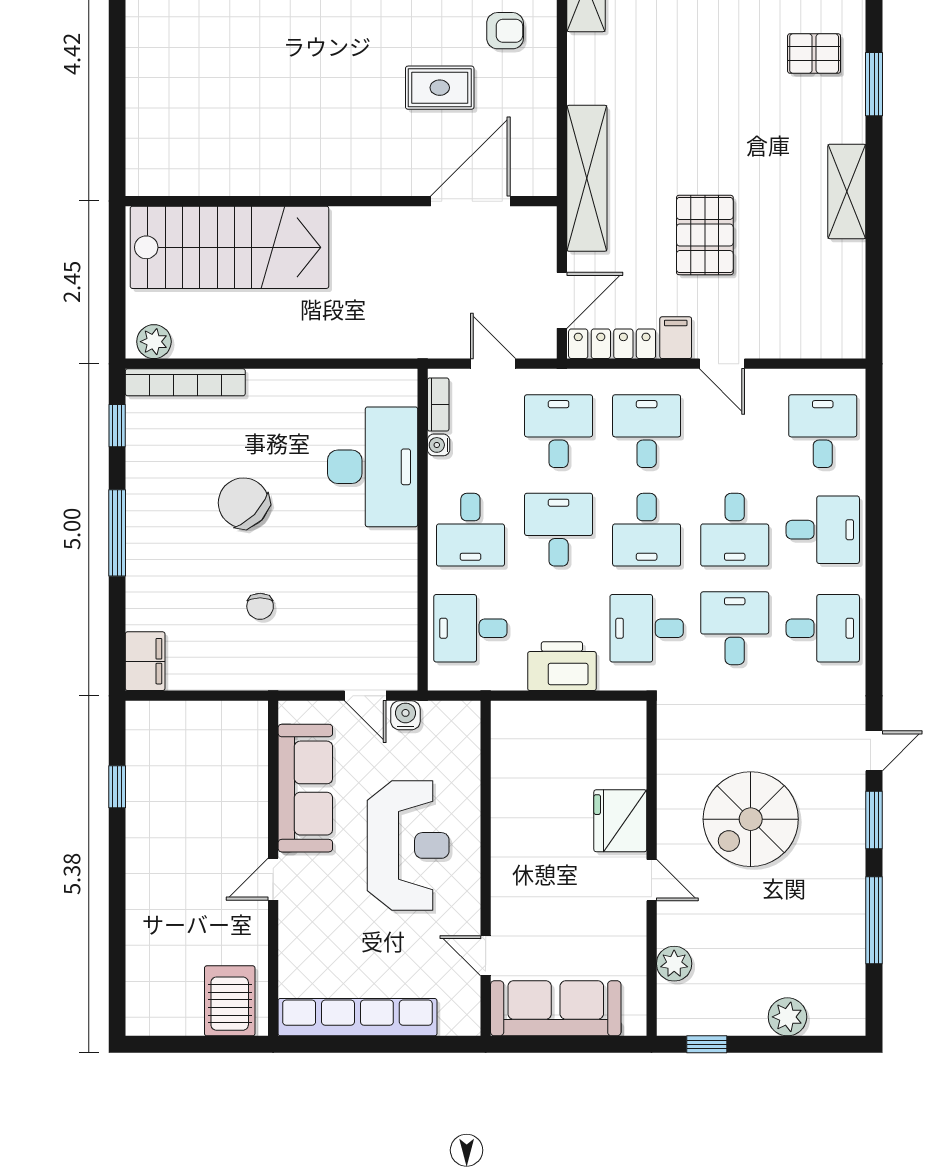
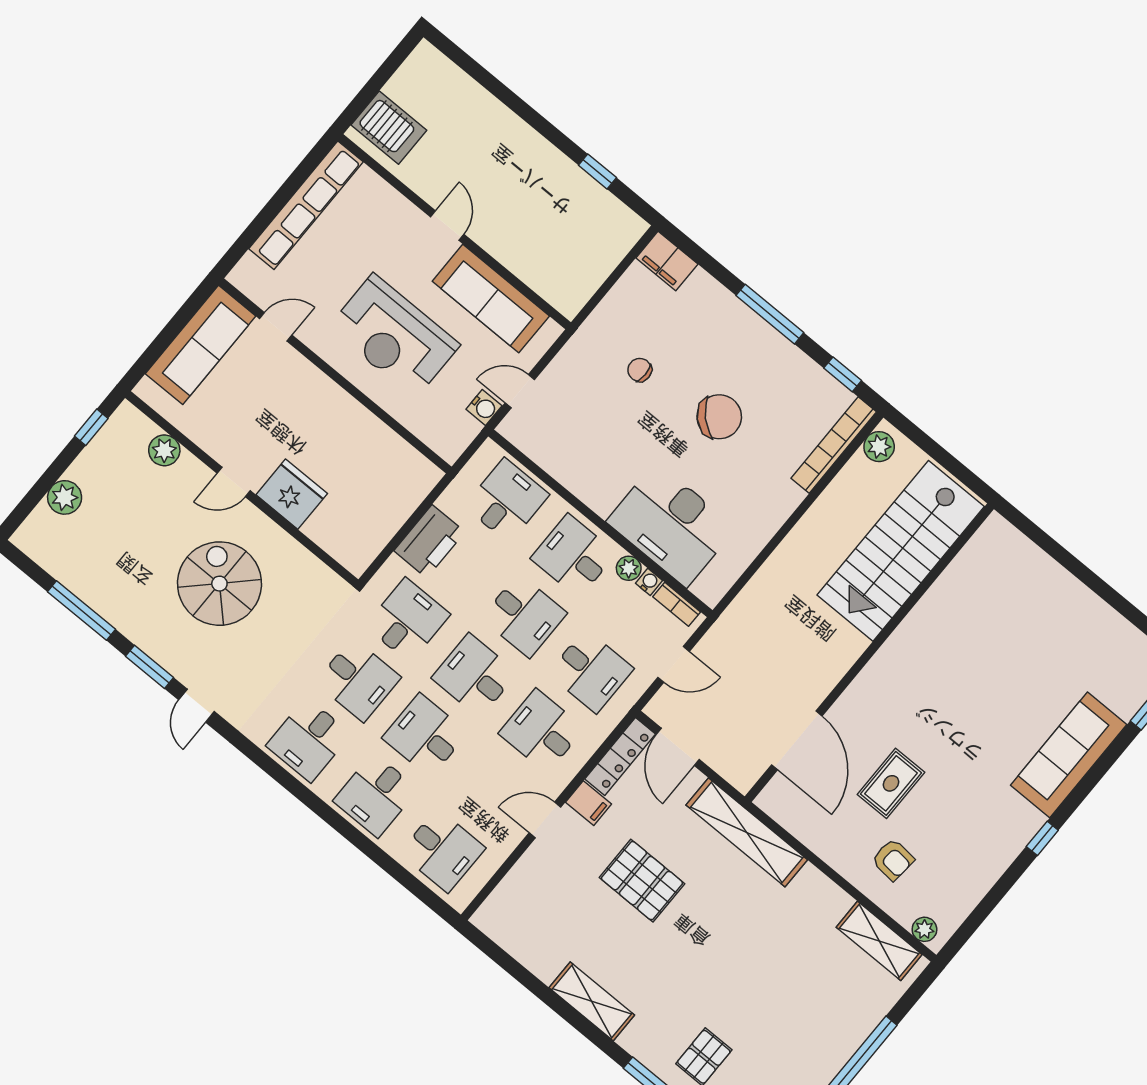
armchair: (505, 31) -> (893, 860), turned -85
desk: (647, 431) -> (541, 731), turned 180
plant: (441, 472) -> (629, 568), added

